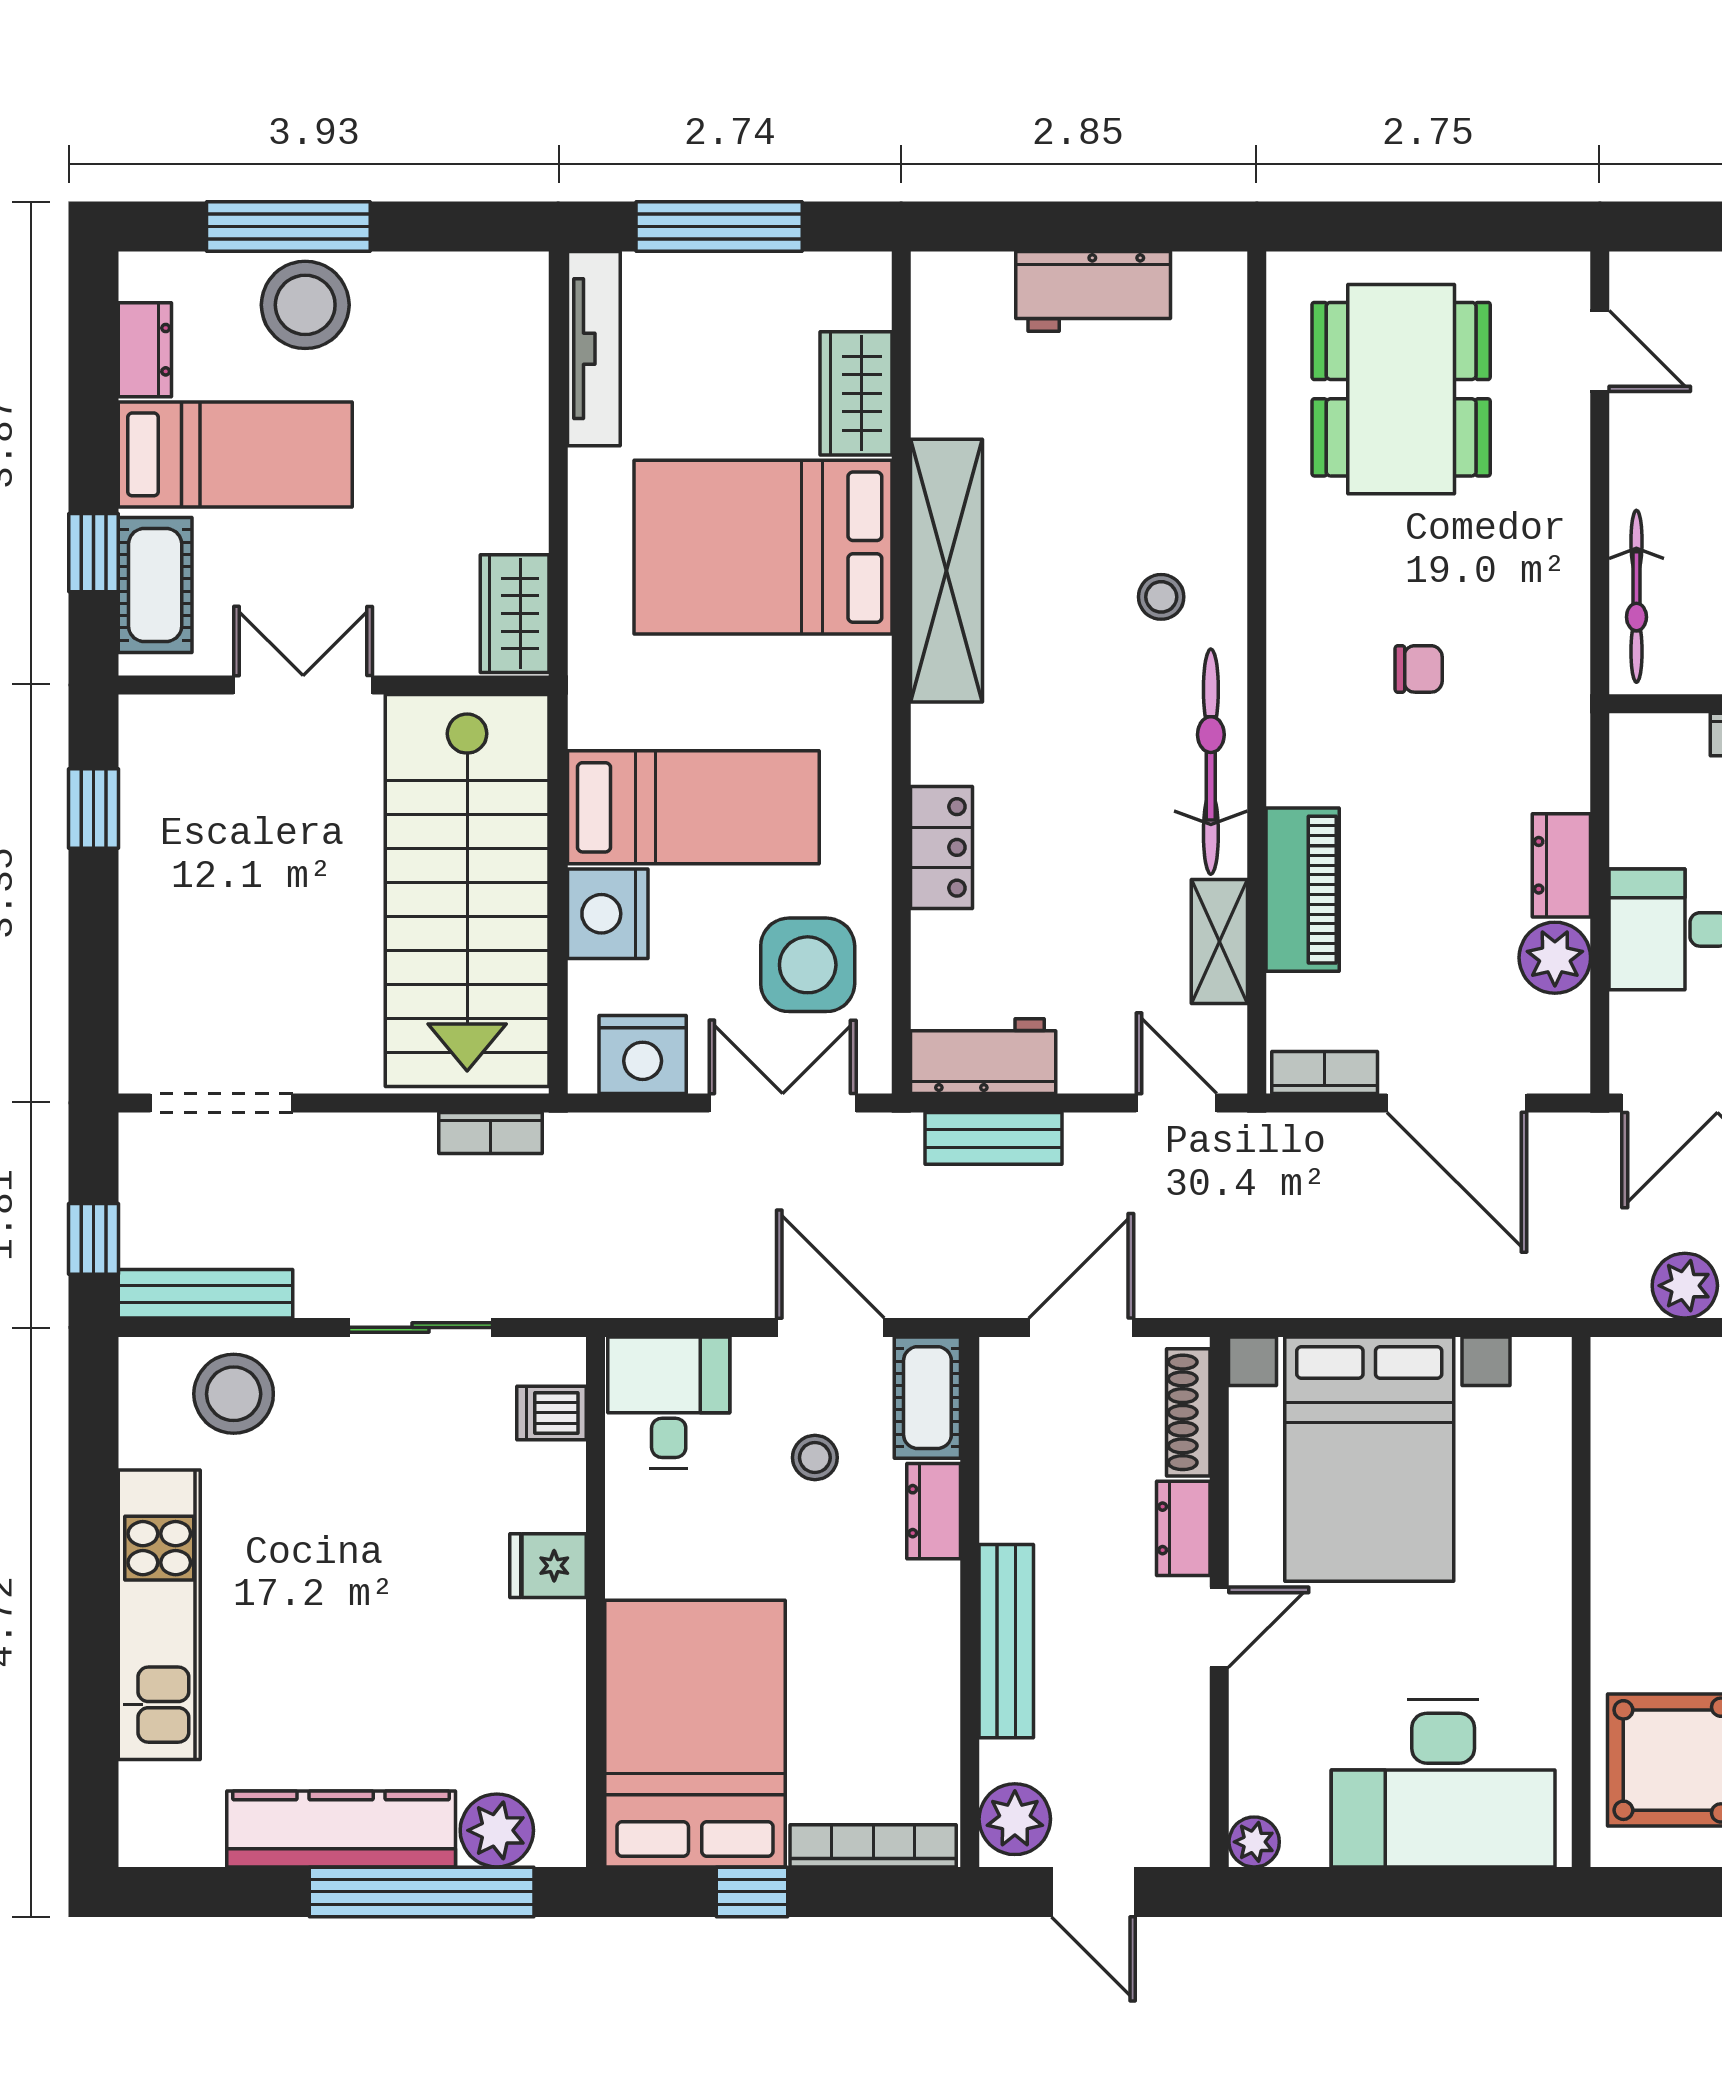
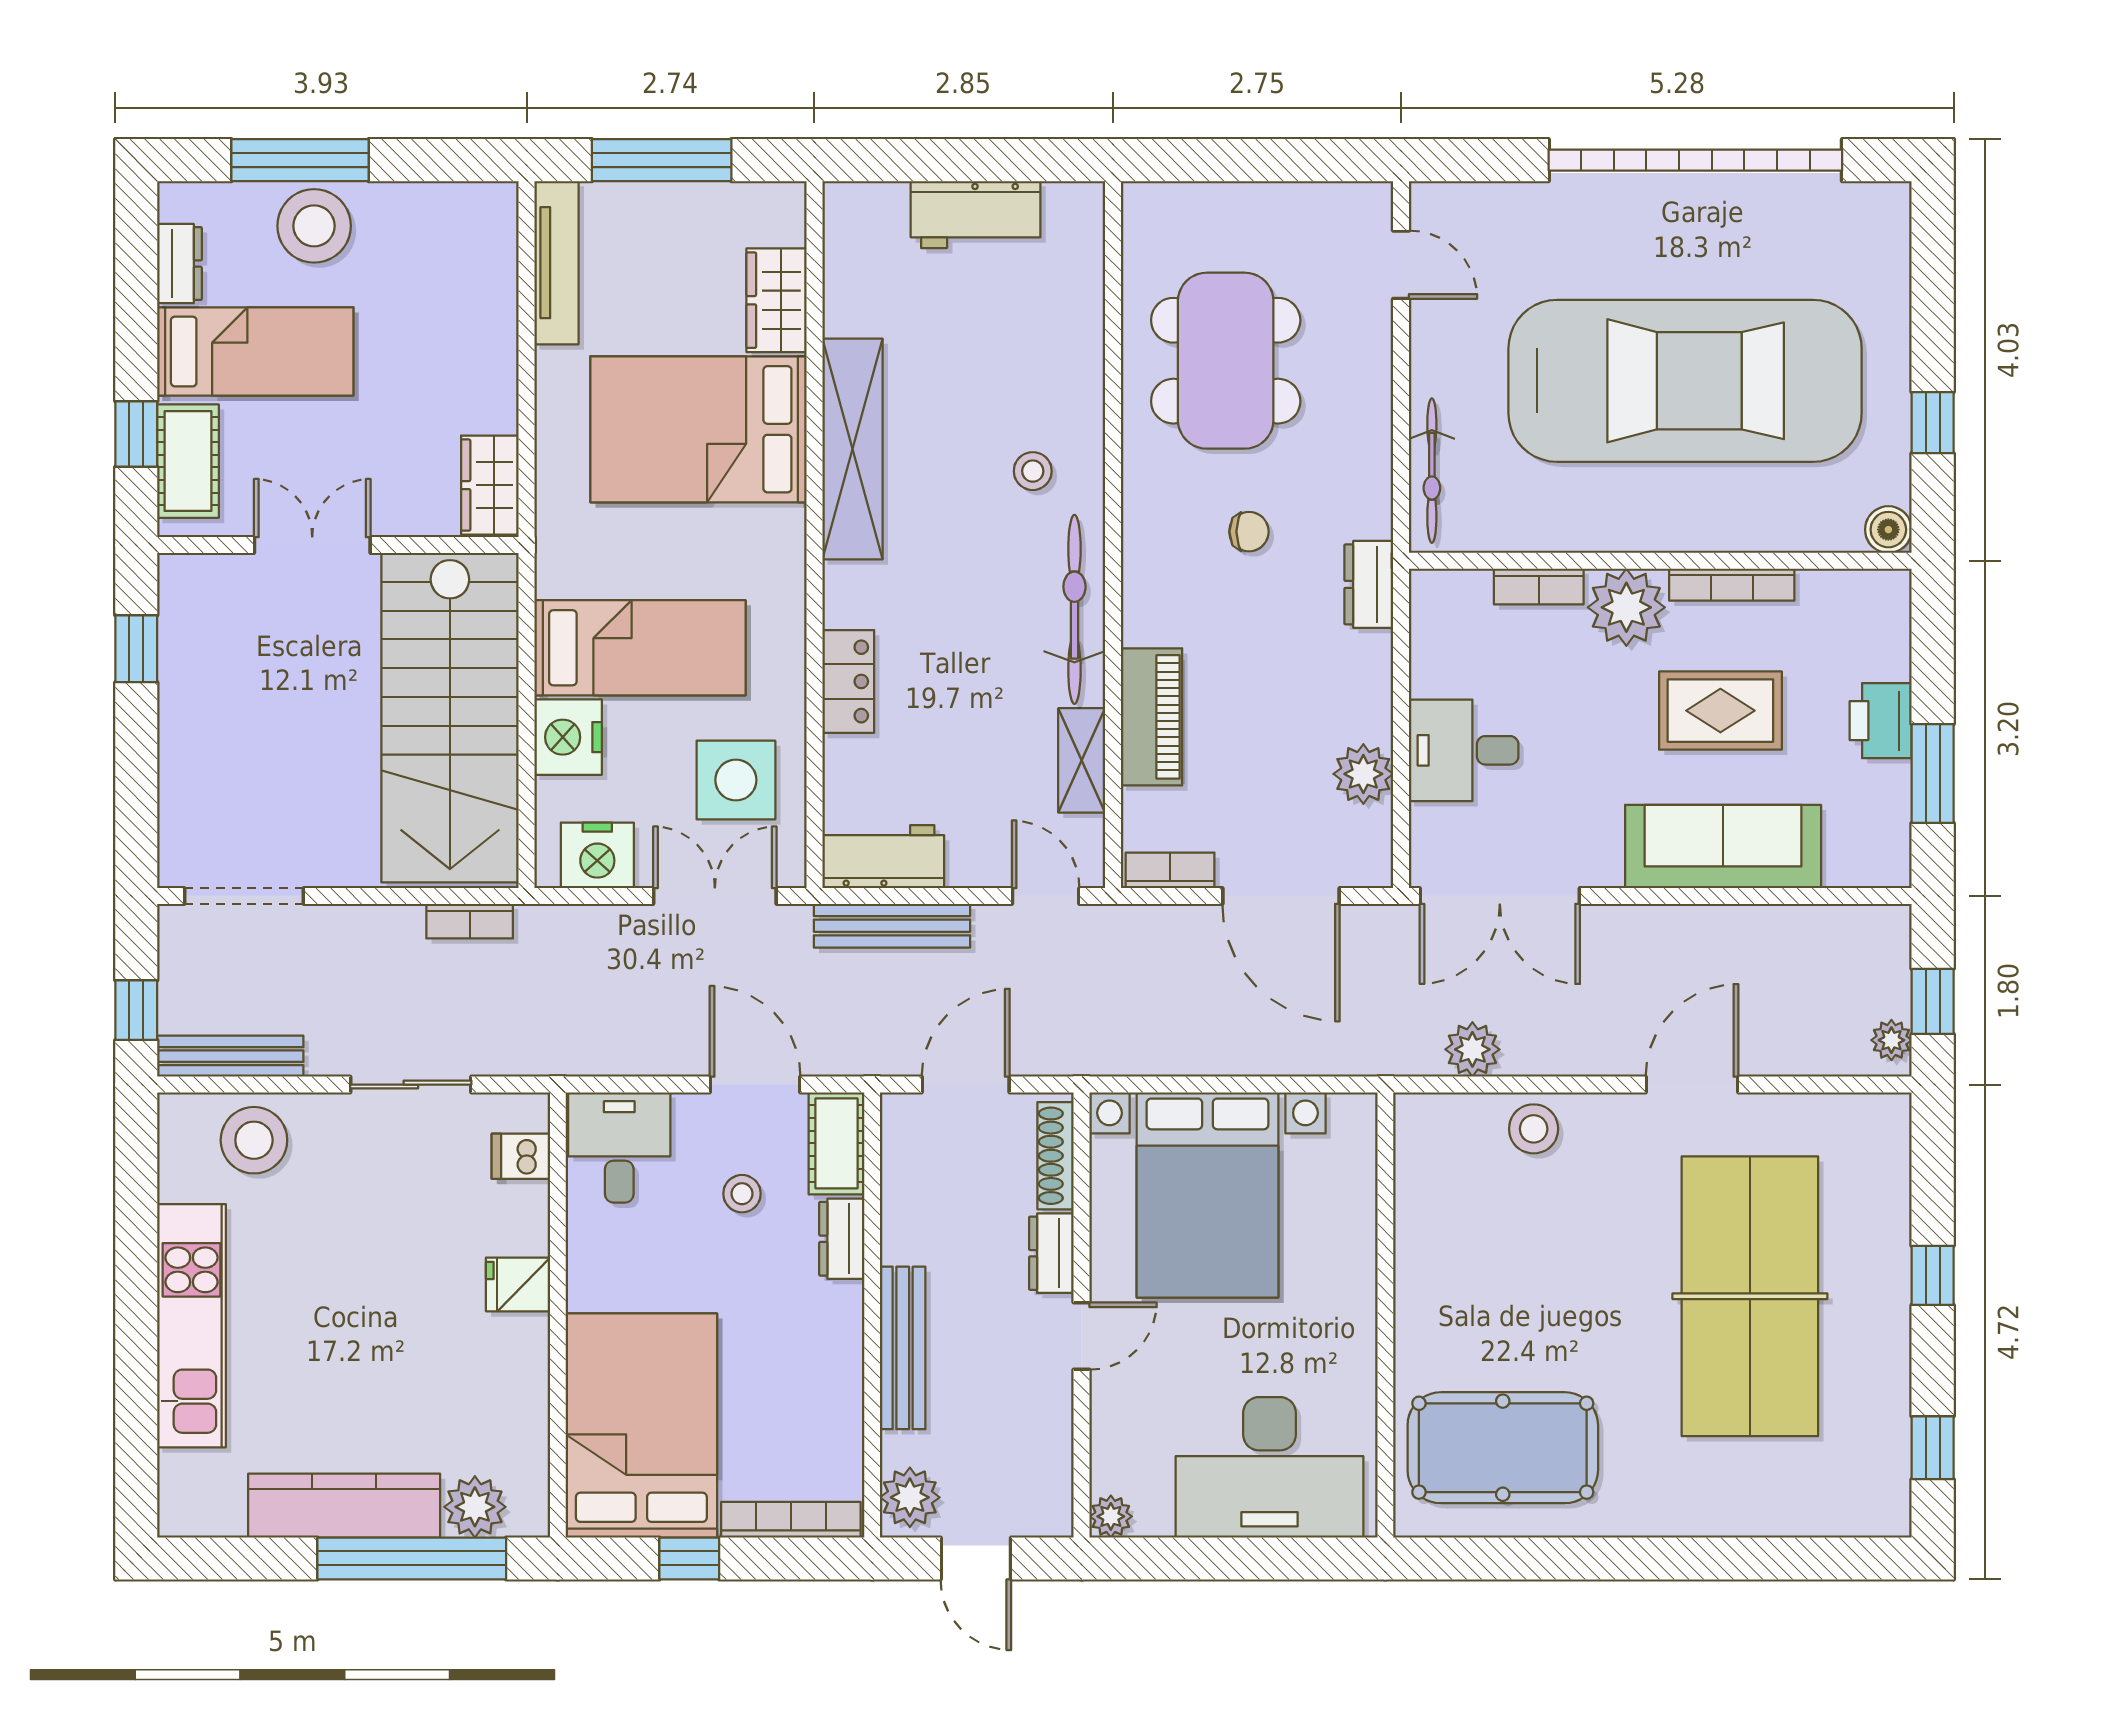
dining table: (1401, 389) -> (1226, 361), moved
dresser: (1561, 865) -> (1369, 584), moved
bench: (993, 1138) -> (892, 926), width x1.36

